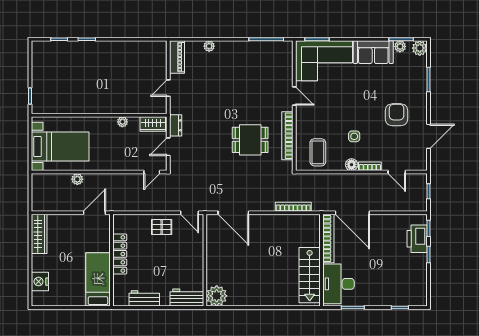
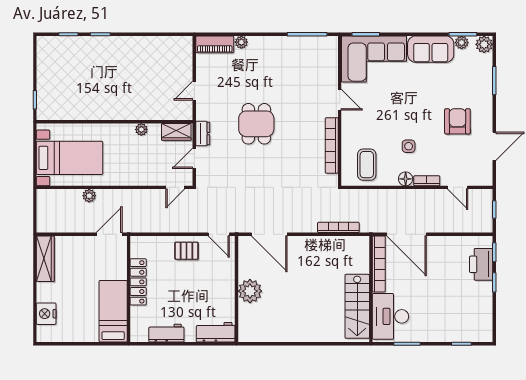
piano: (177, 57) -> (215, 44), moved, turned 90
dining table: (250, 140) -> (256, 124), moved, turned 90
plant: (217, 296) -> (250, 291), moved

